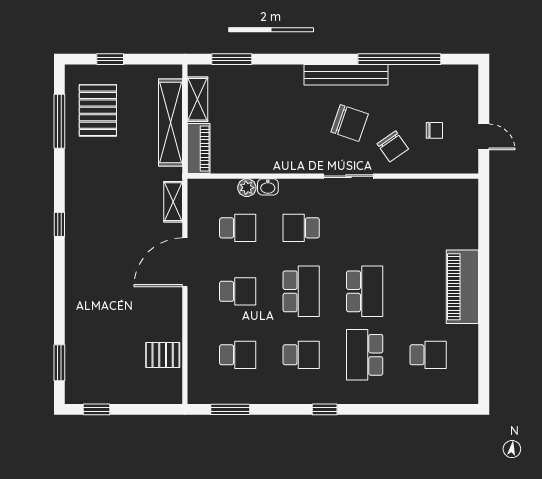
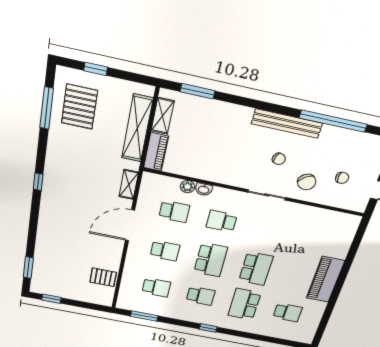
chair: (350, 123) -> (279, 159), width x0.54, depth x0.54

